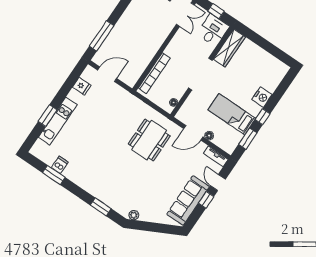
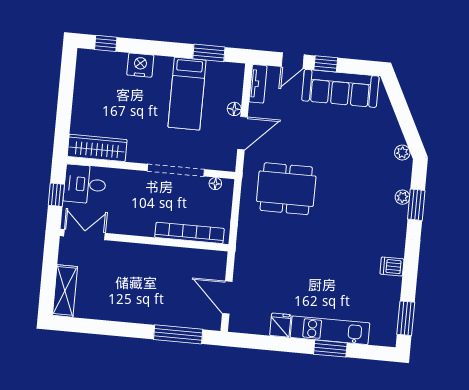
doorway: (200, 74) -> (176, 170), moved
fridge: (82, 86) -> (280, 325), moved
window: (263, 117) -> (106, 43), moved
door: (193, 133) -> (242, 133), hinge flipped
dishwasher: (60, 165) -> (392, 266), moved
window: (54, 175) -> (406, 318), moved
plant: (109, 202) -> (402, 197), added

